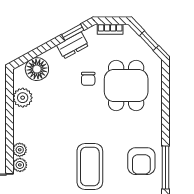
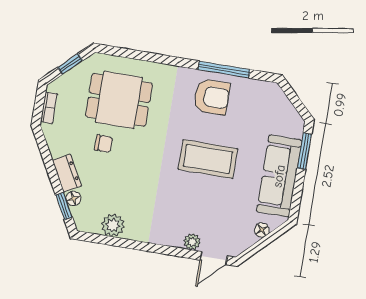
window: (73, 32) -> (64, 206), moved
dresser: (73, 45) -> (67, 173), moved
floor lamp: (37, 69) -> (73, 198), width x0.53, depth x0.53
plant: (20, 150) -> (174, 239), removed

